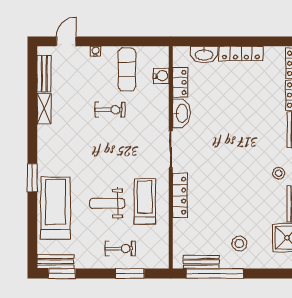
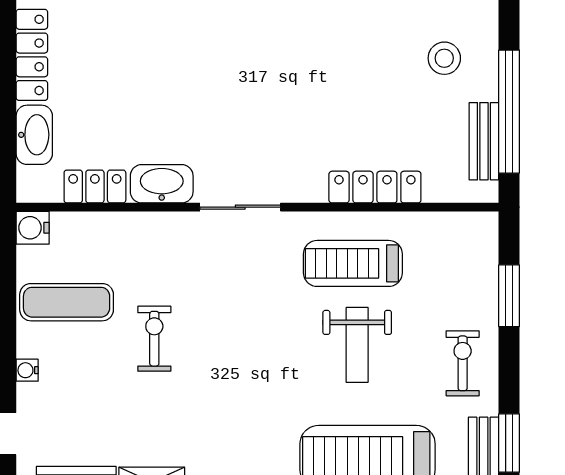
water cooler: (161, 76) -> (33, 228), moved, turned -90
locker: (180, 196) -> (375, 187), moved
exercise bike: (120, 249) -> (463, 363), moved

